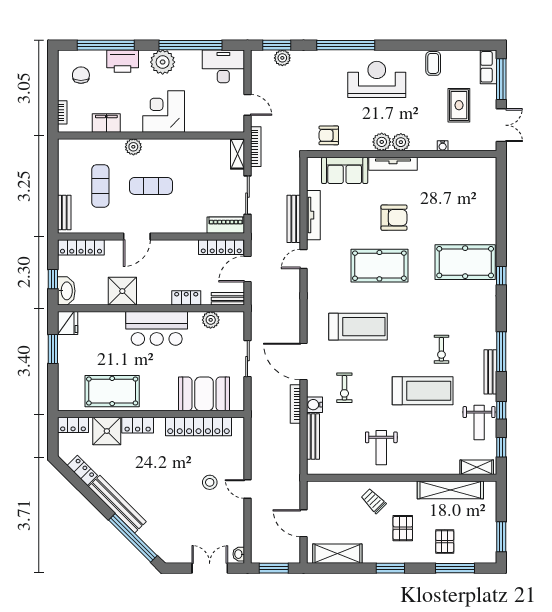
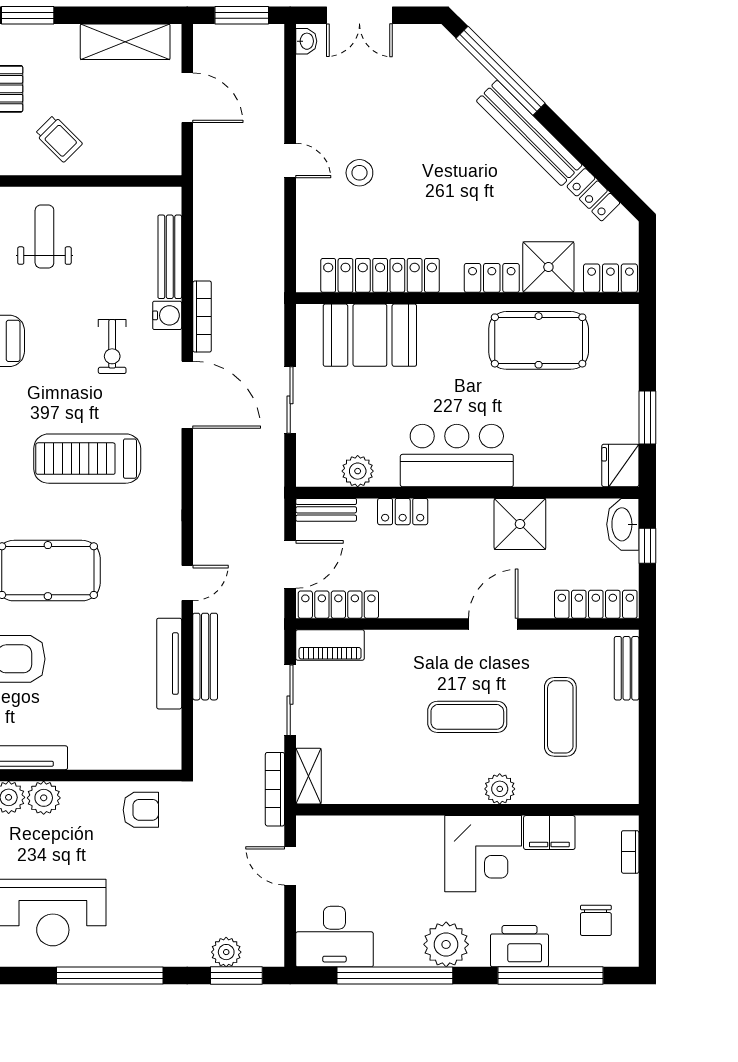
corner desk: (164, 111) -> (483, 854), moved
sofa: (345, 170) -> (112, 745), removed
exercise bike: (344, 388) -> (112, 346), turned 180

